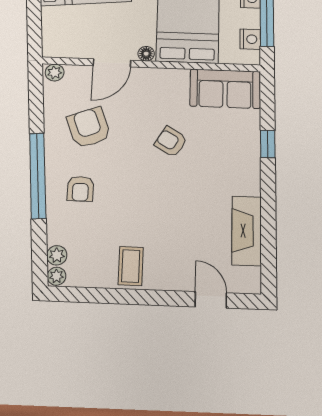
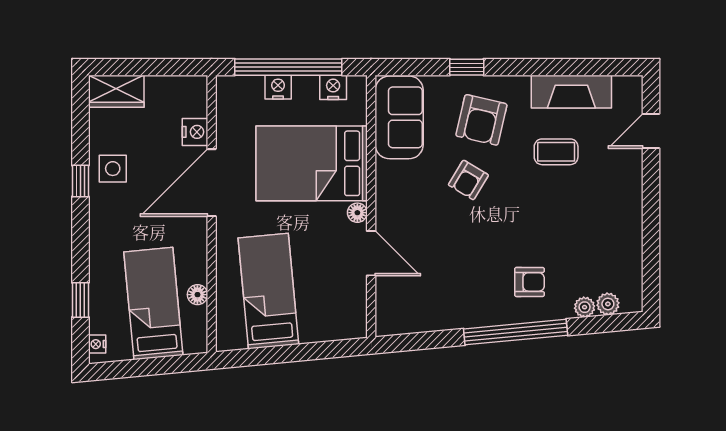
plant: (55, 73) -> (386, 321), removed
armchair: (89, 128) -> (481, 120), moved, turned -56
coffee table: (131, 266) -> (556, 152), moved
plant: (57, 276) -> (585, 307), moved

